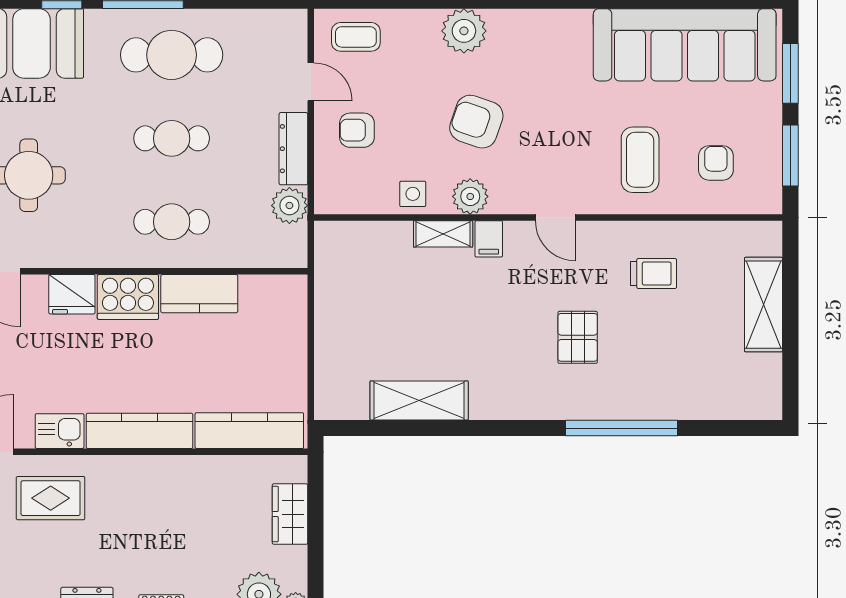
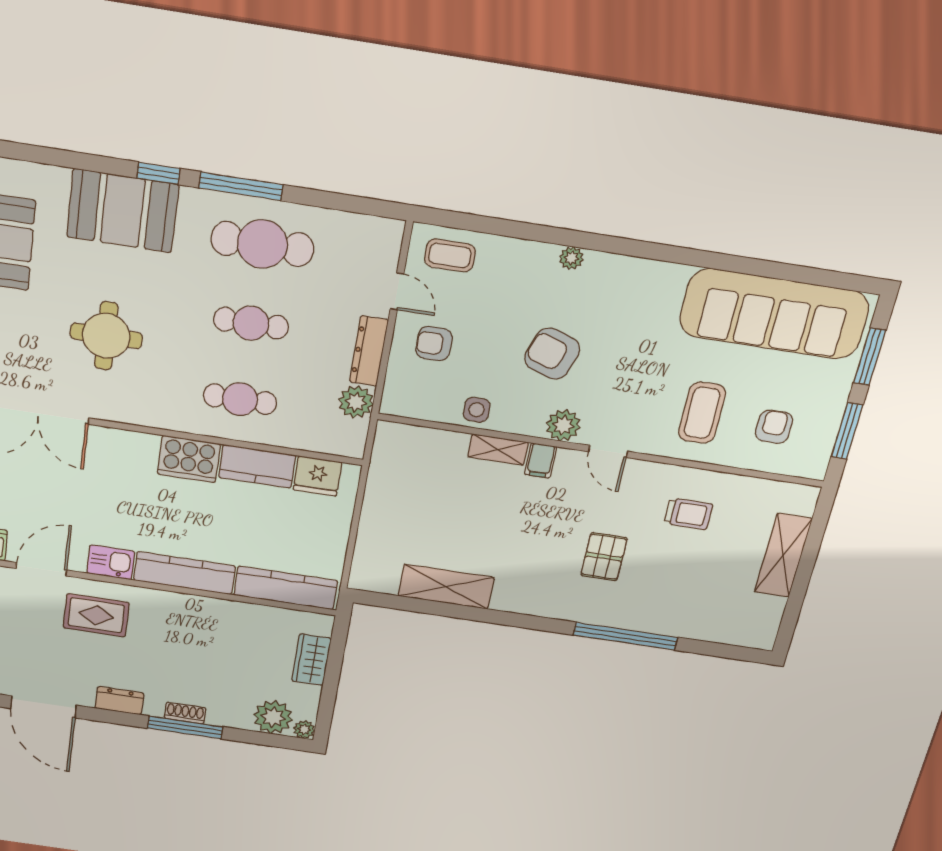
plant: (464, 31) -> (571, 258), width x0.53, depth x0.53
plant: (470, 196) -> (563, 425), moved
fridge: (72, 294) -> (317, 476), moved

